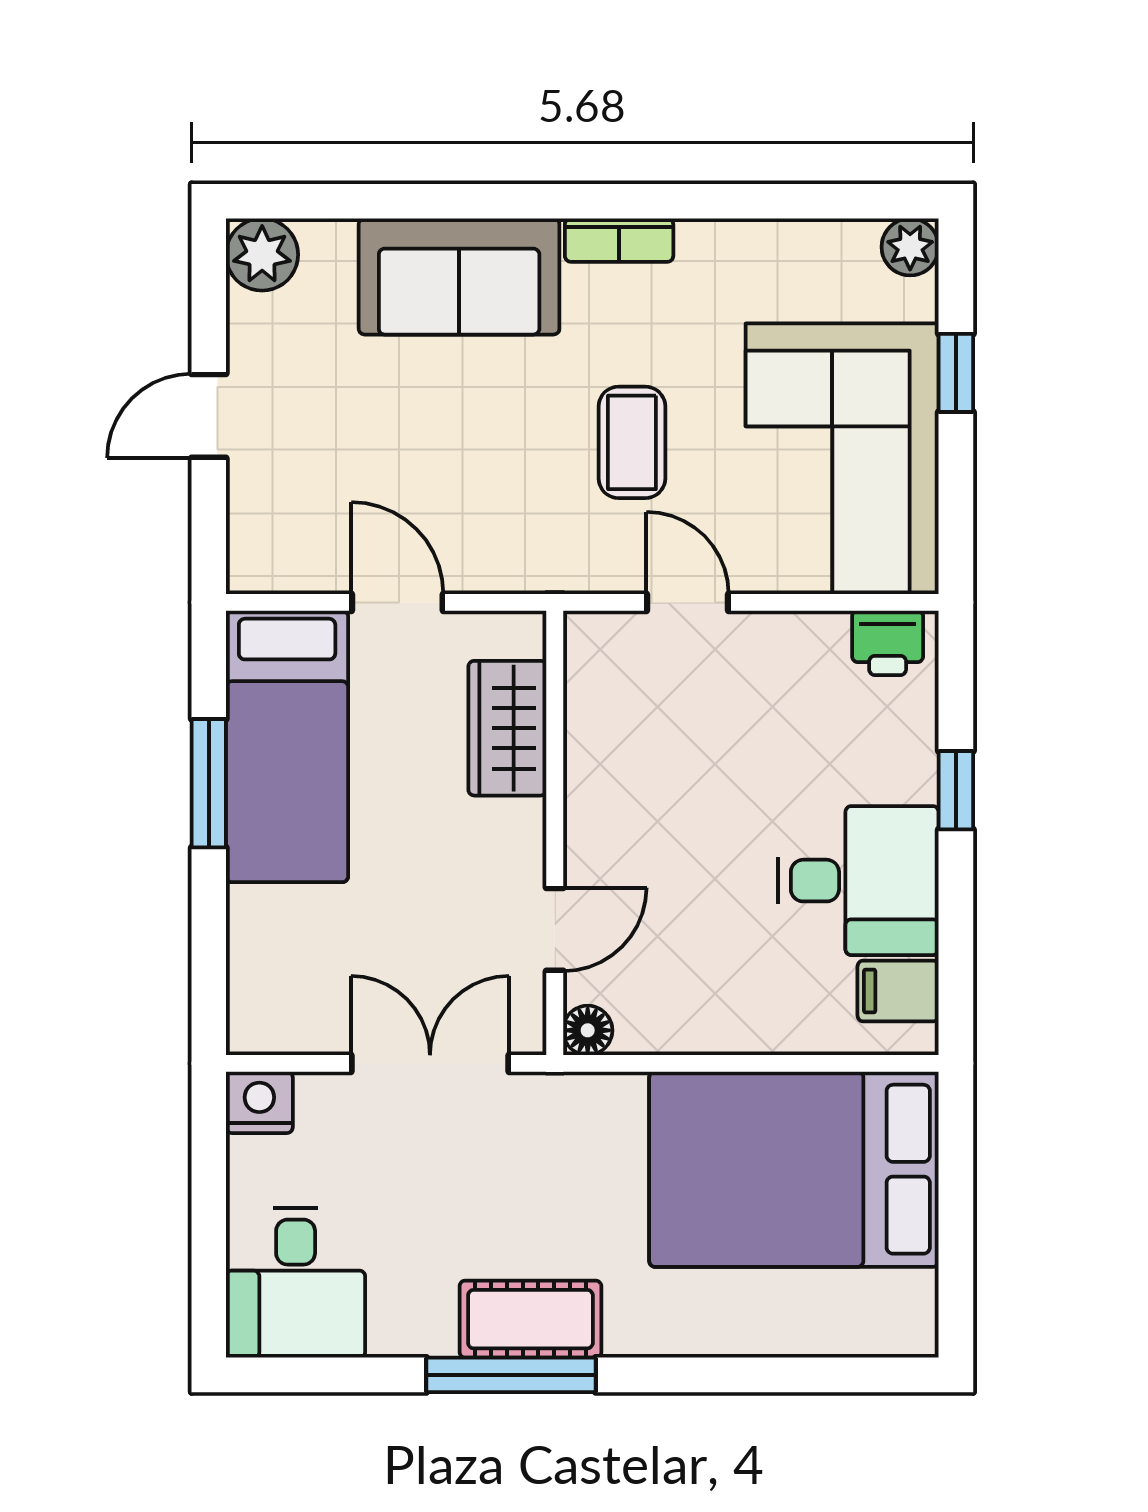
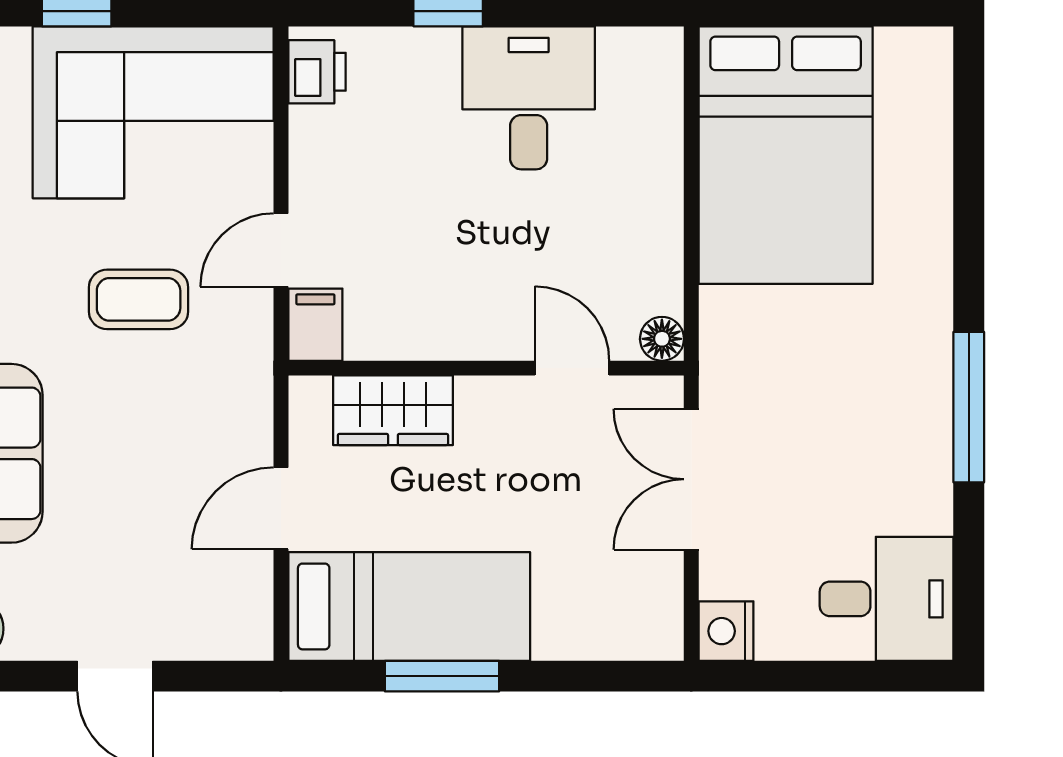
filing cabinet: (898, 991) -> (315, 325), moved, turned 180
cot: (530, 1319) -> (919, 390), removed

